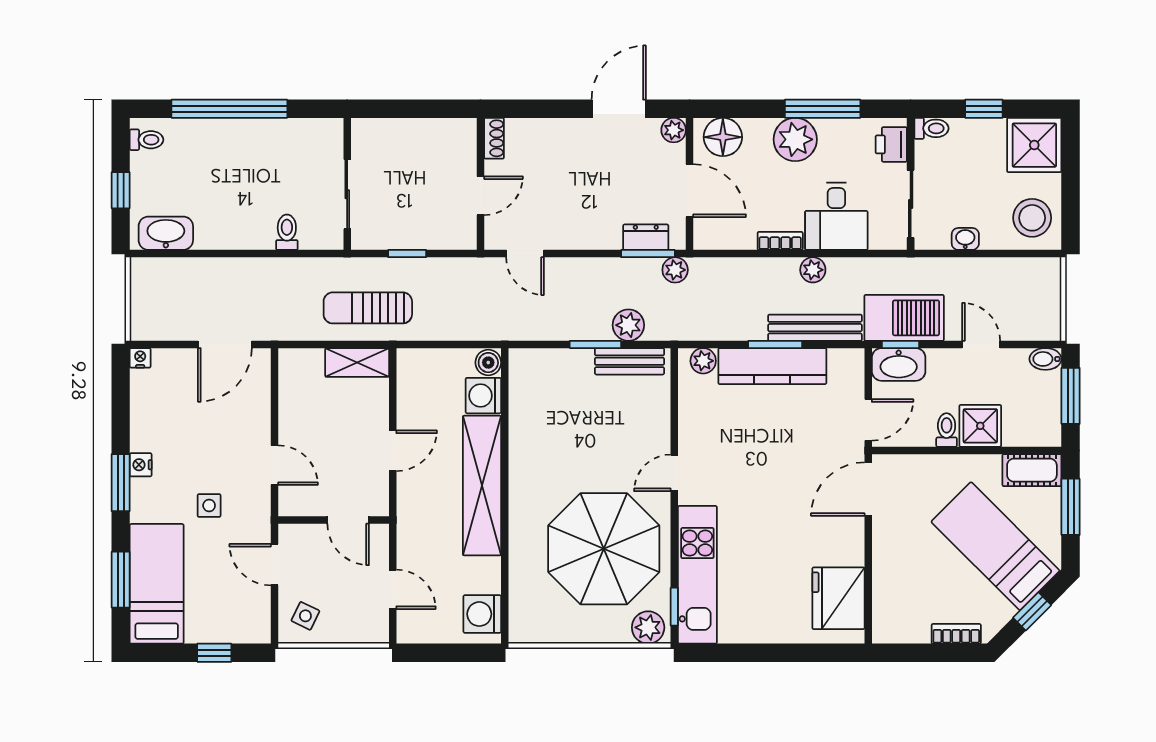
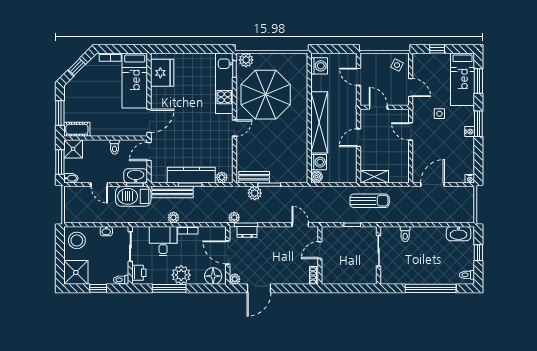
shower: (980, 426) -> (73, 149), moved
bed: (995, 546) -> (135, 80), moved, turned 45

